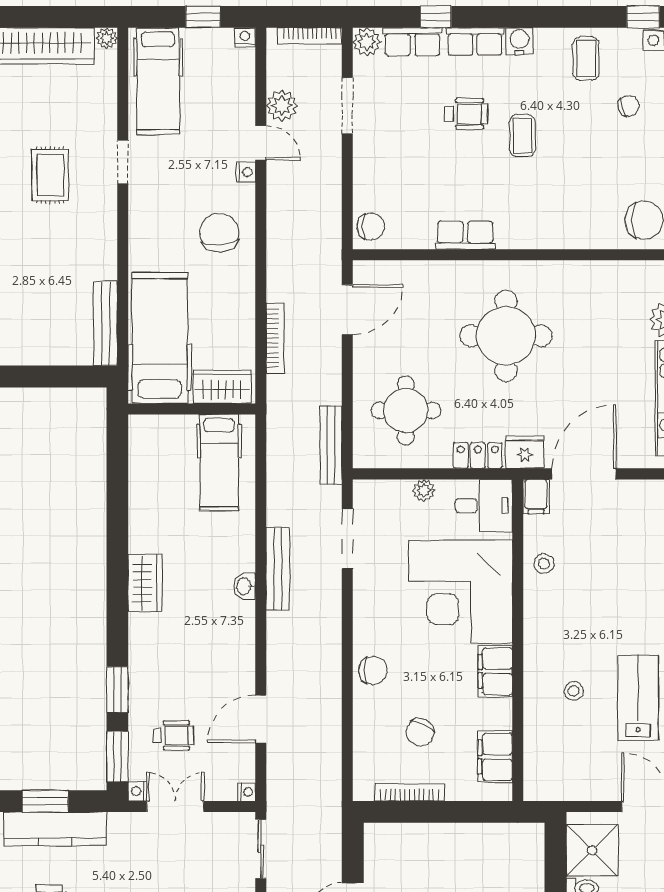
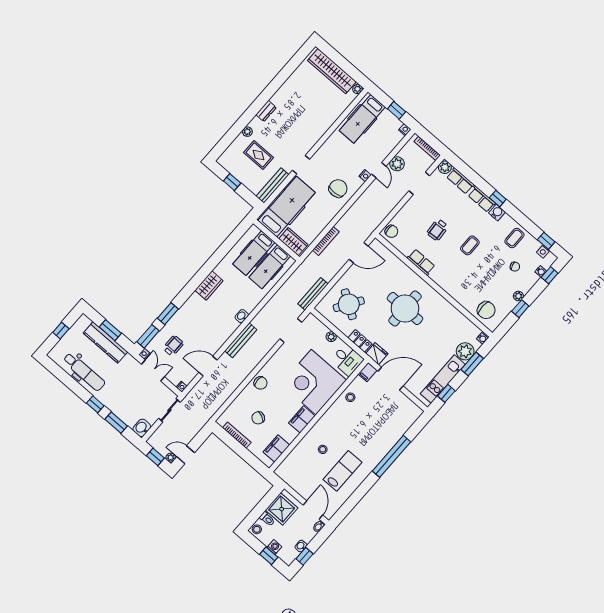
window: (436, 17) -> (498, 199), moved
wheelchair: (466, 114) -> (437, 230), moved, turned 86
doorway: (123, 162) -> (301, 165), moved
rug: (50, 175) -> (259, 155), moved, turned 90
window: (33, 377) -> (232, 182), added
round table: (406, 411) -> (349, 304), turned 33
hospital bed: (173, 464) -> (254, 253), added
bench: (278, 569) -> (241, 340), moved
wheelchair: (173, 736) -> (173, 346), turned -90

